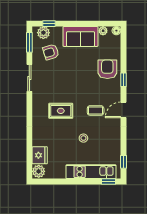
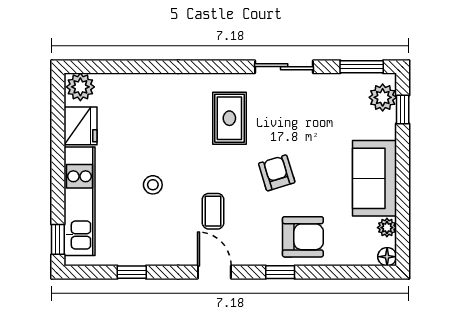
armchair: (51, 52) -> (277, 173), moved
rug: (61, 111) -> (229, 118), moved
fridge: (40, 155) -> (80, 126), moved, turned -90
window: (123, 162) -> (132, 272), moved

